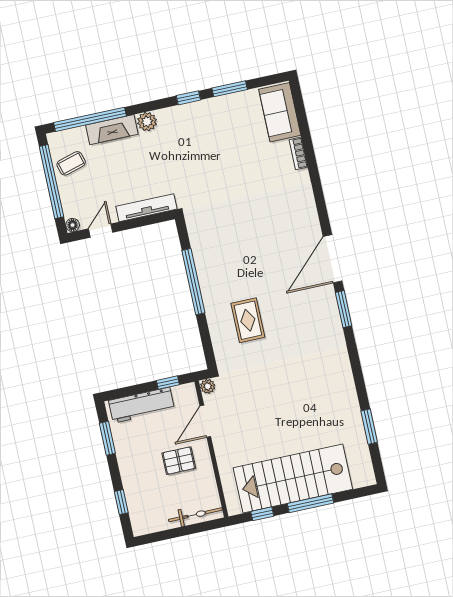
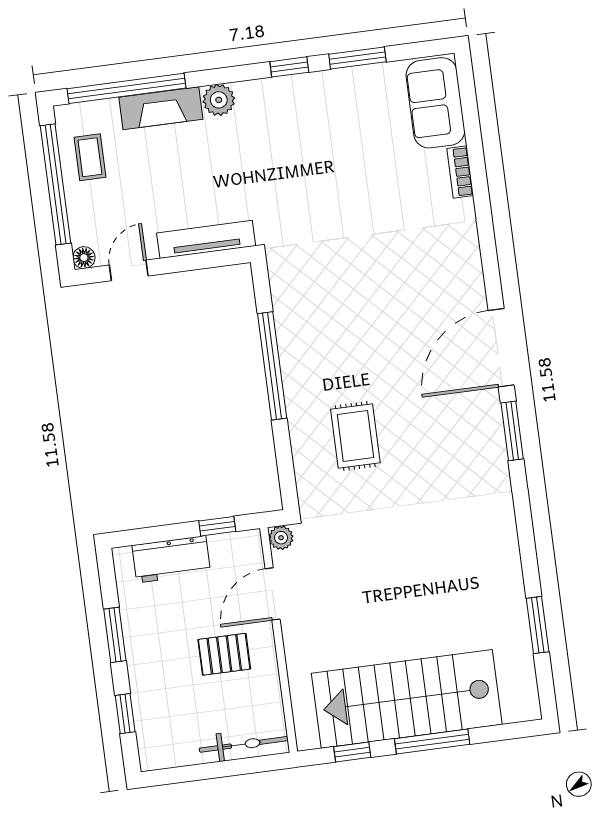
coffee table: (71, 163) -> (90, 157), turned -74
workbench: (142, 405) -> (171, 559), width x0.73
window: (107, 438) -> (115, 635), moved

